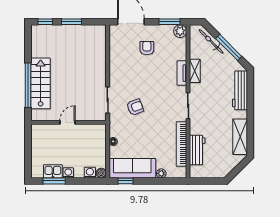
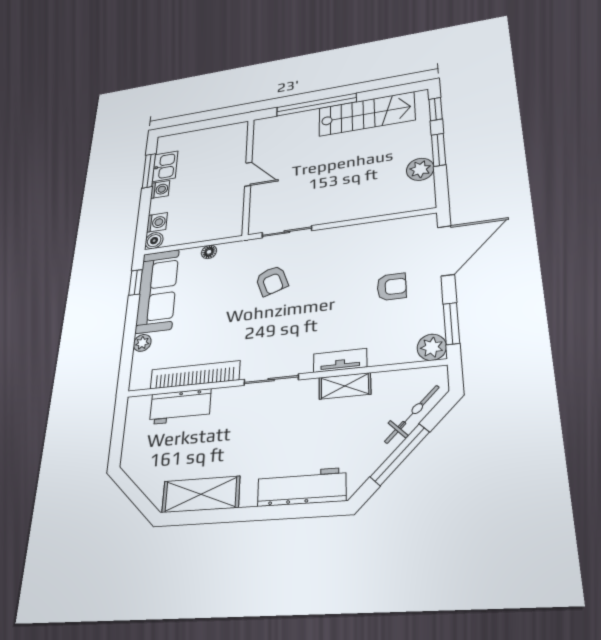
plant: (82, 31) -> (420, 169), added
stairs: (41, 83) -> (366, 114), moved

